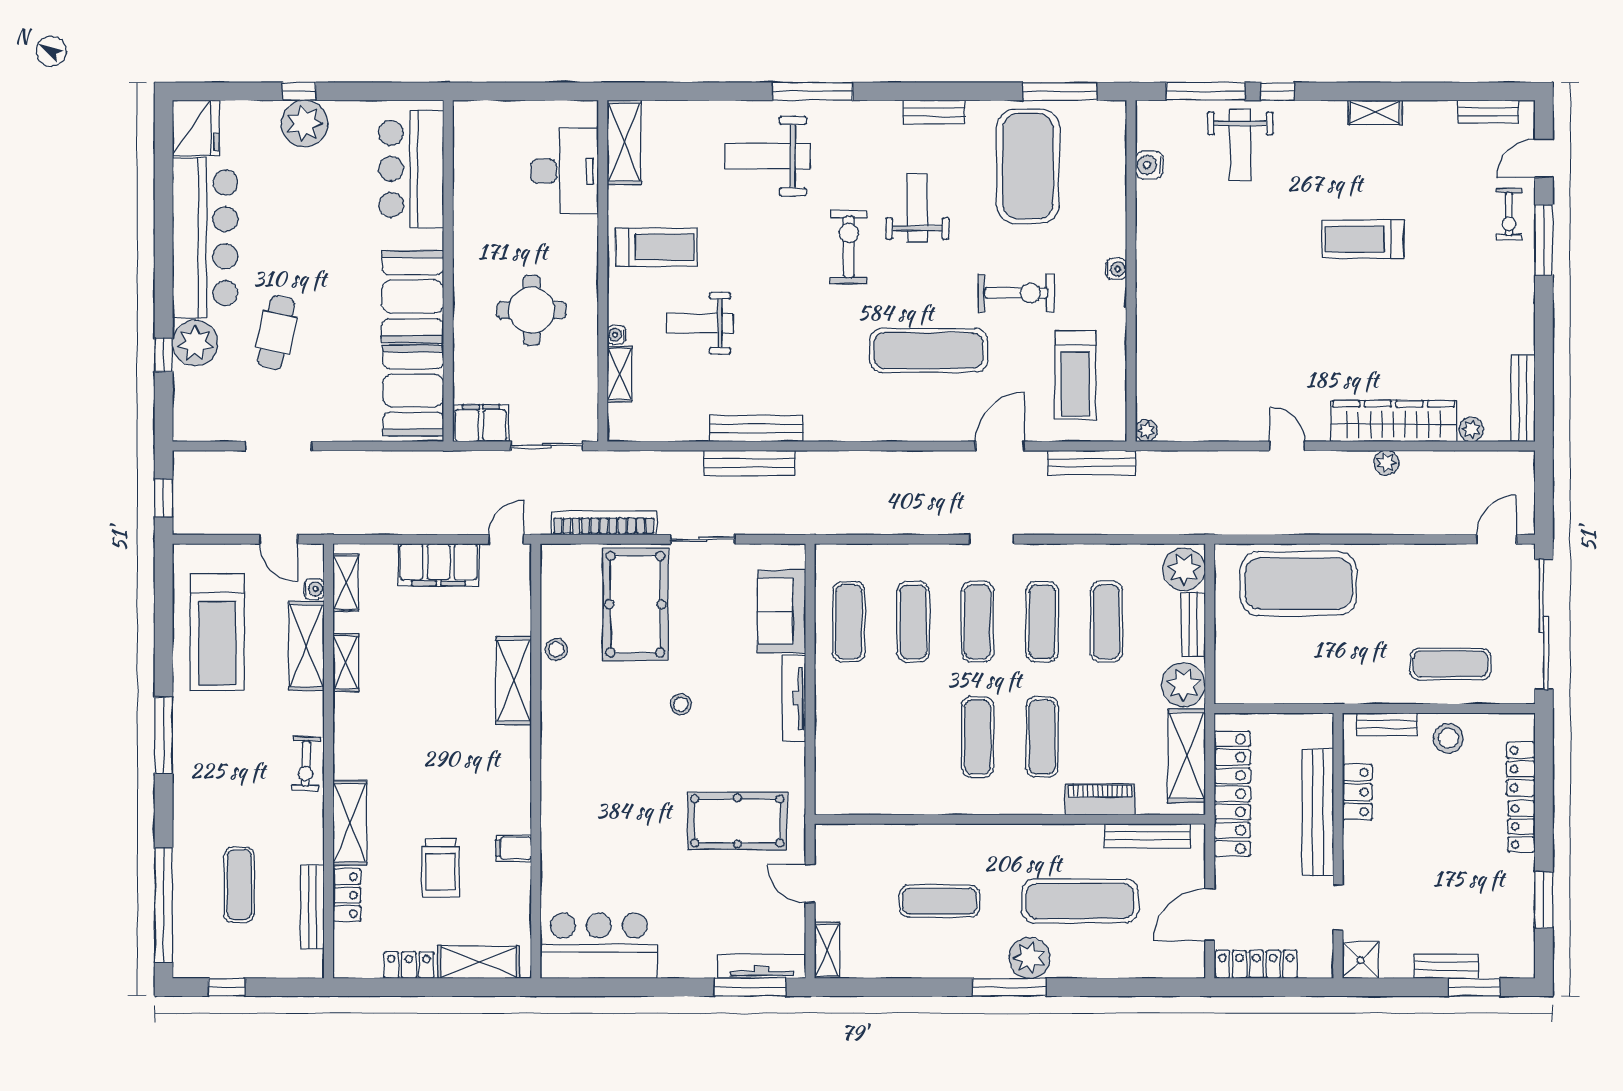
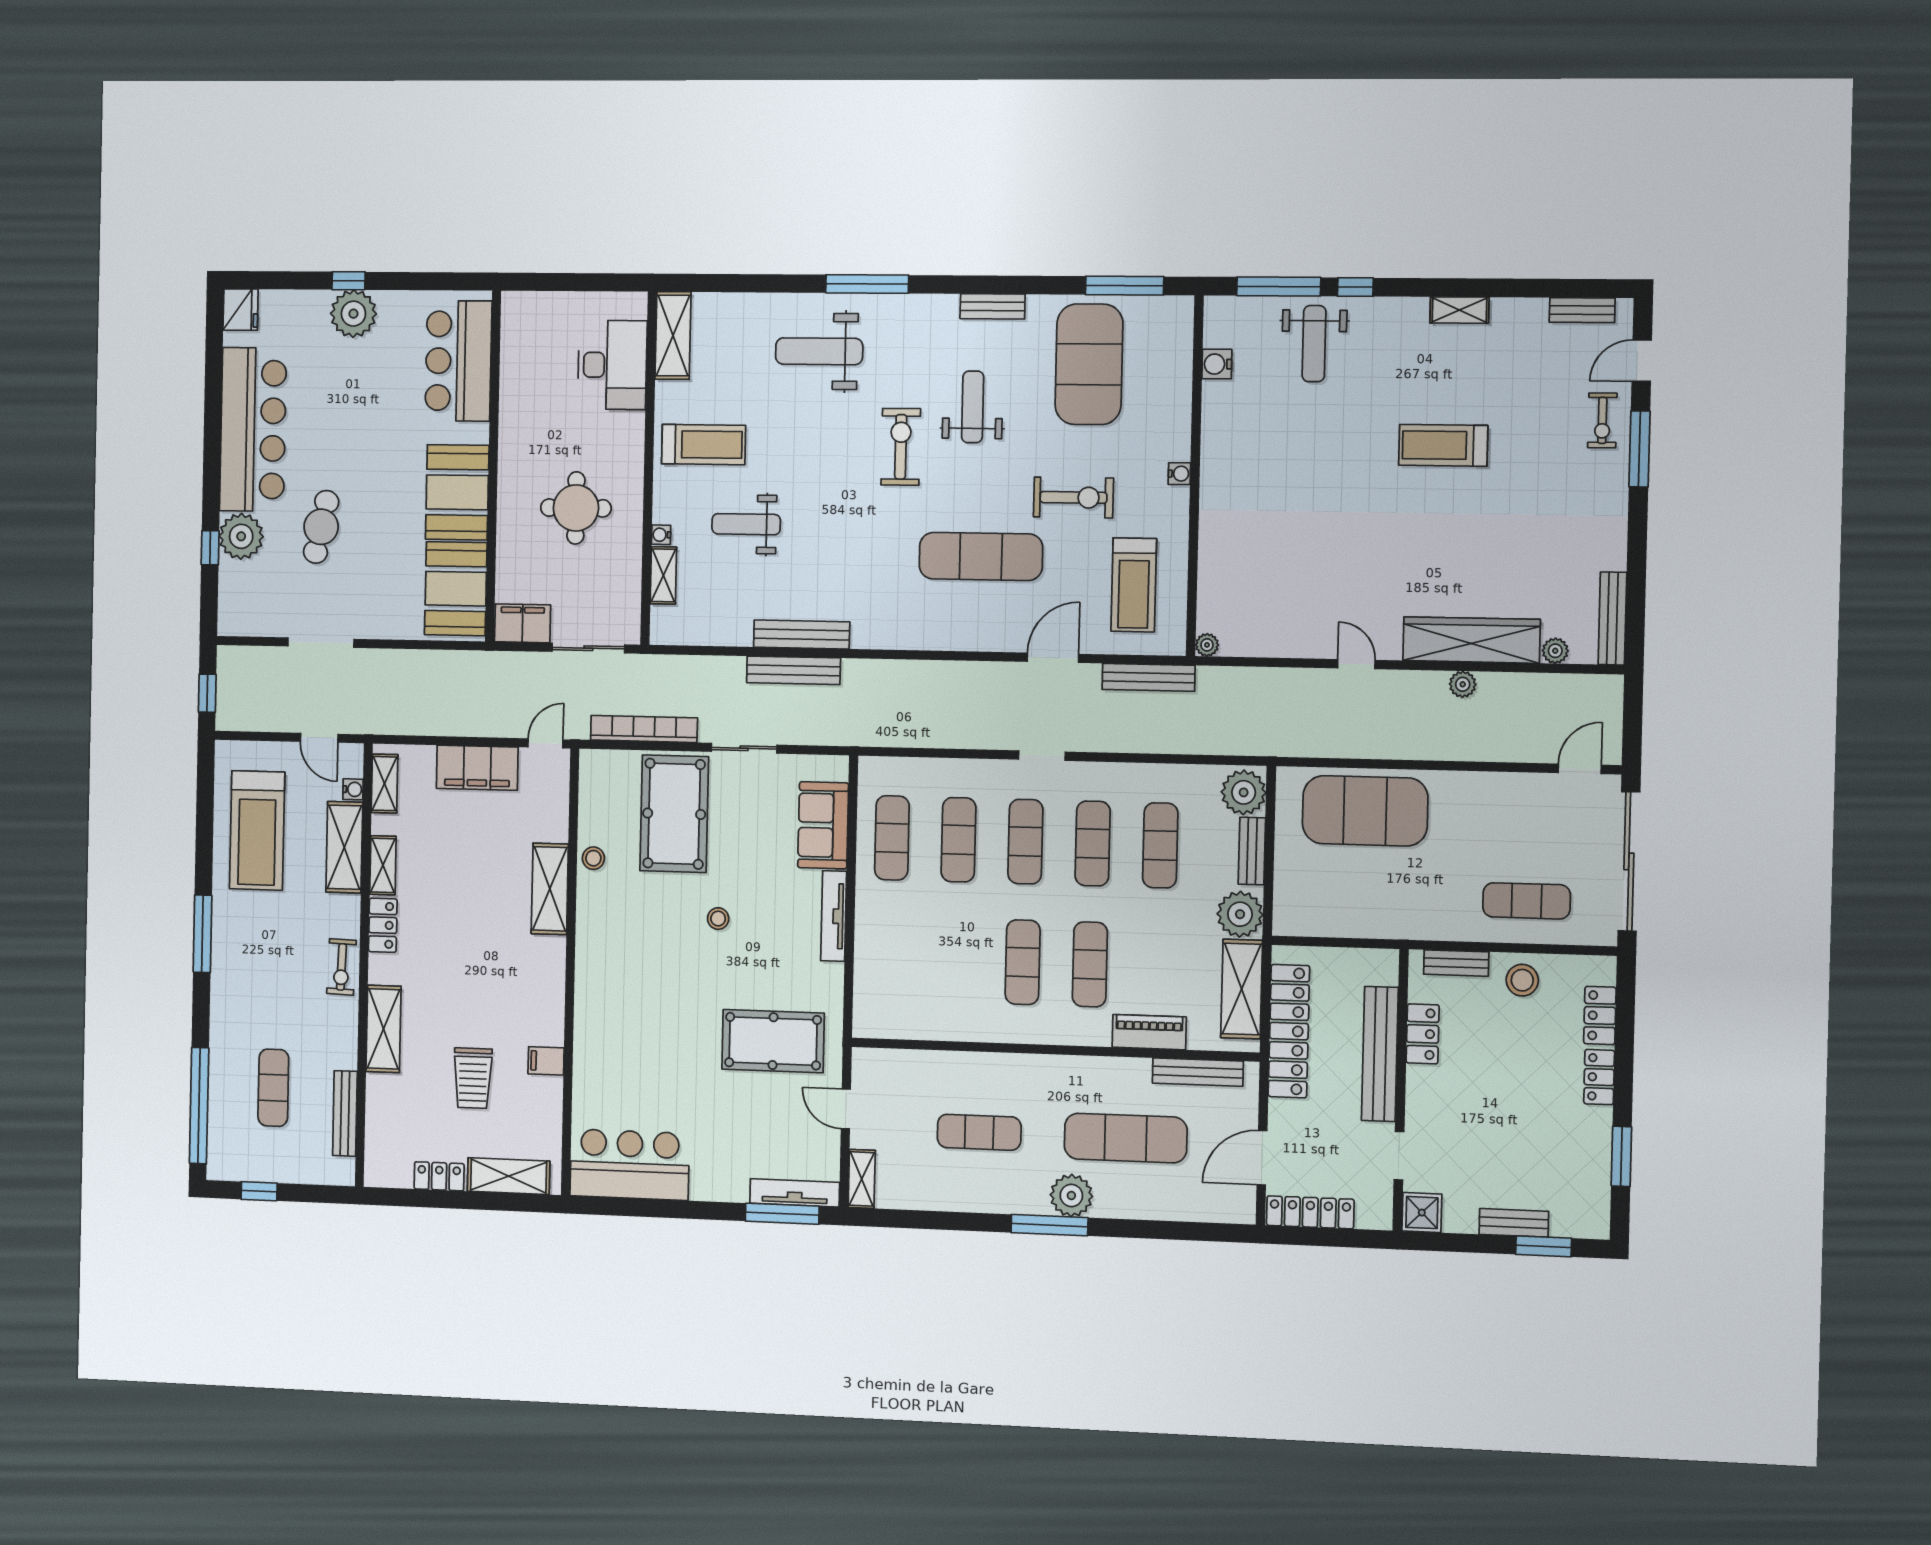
fridge: (196, 128) -> (241, 310), width x0.73, depth x0.75
locker: (347, 895) -> (383, 925), moved

